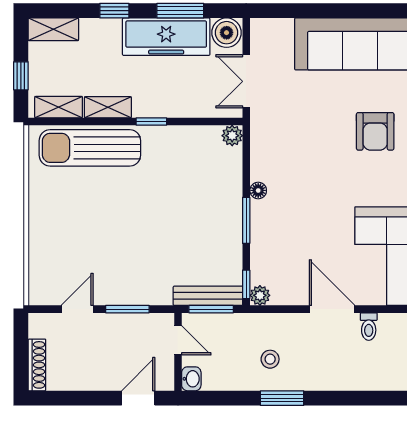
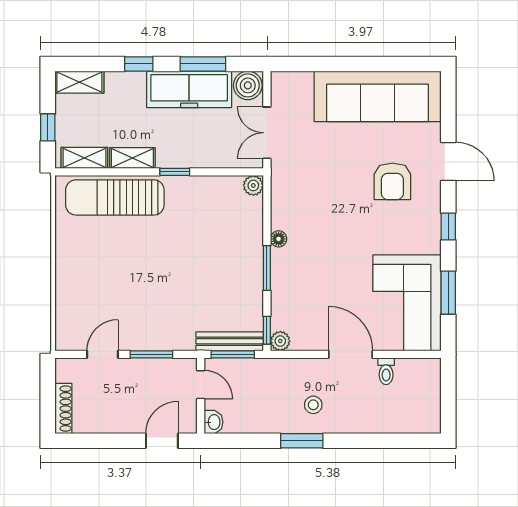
stool: (270, 359) -> (313, 405), moved

